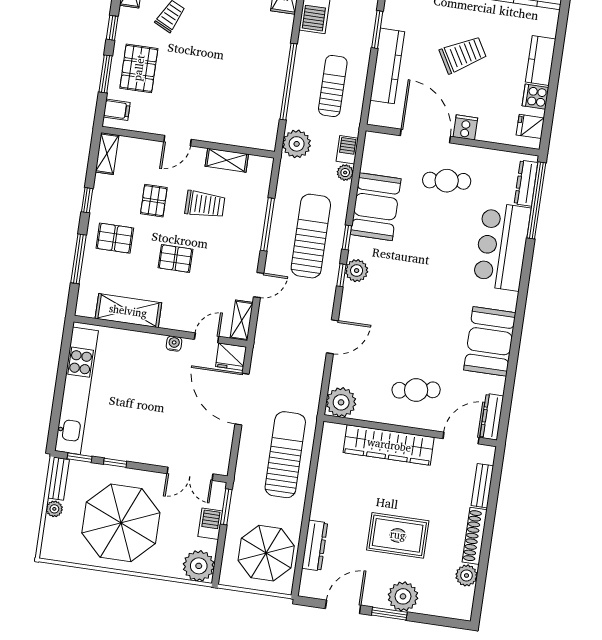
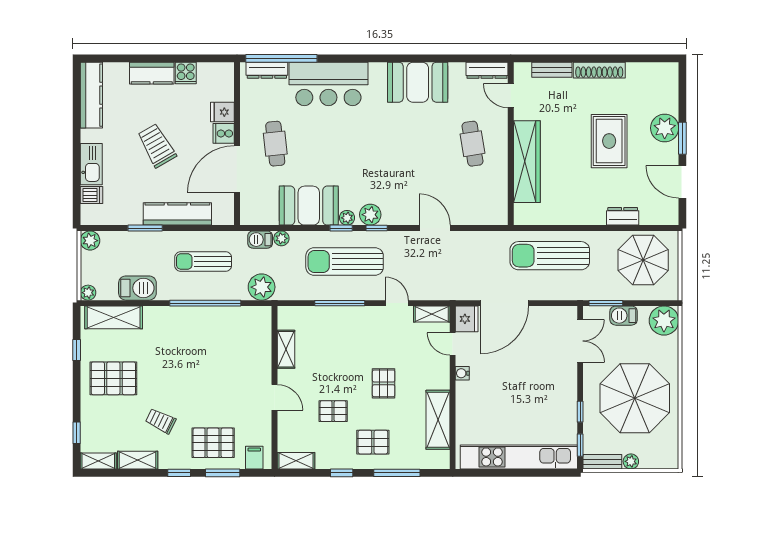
fridge: (530, 126) -> (222, 112), moved, turned 90
trolley: (205, 204) -> (330, 363), removed
pallet: (115, 238) -> (373, 442), turned 90
plant: (341, 402) -> (347, 218), moved, width x0.53, depth x0.53
door: (461, 438) -> (511, 96), width x0.73
dresser: (315, 545) -> (623, 216), width x0.70
plant: (467, 575) -> (637, 72), removed

